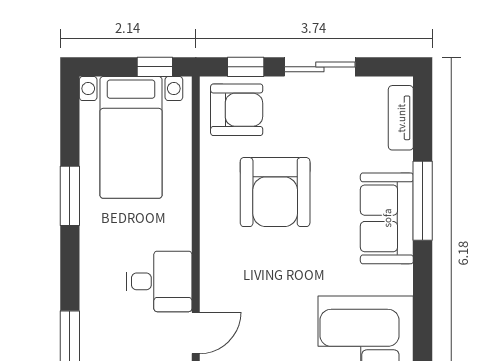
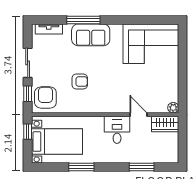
armchair: (275, 192) -> (80, 81), width x0.53, depth x0.53

